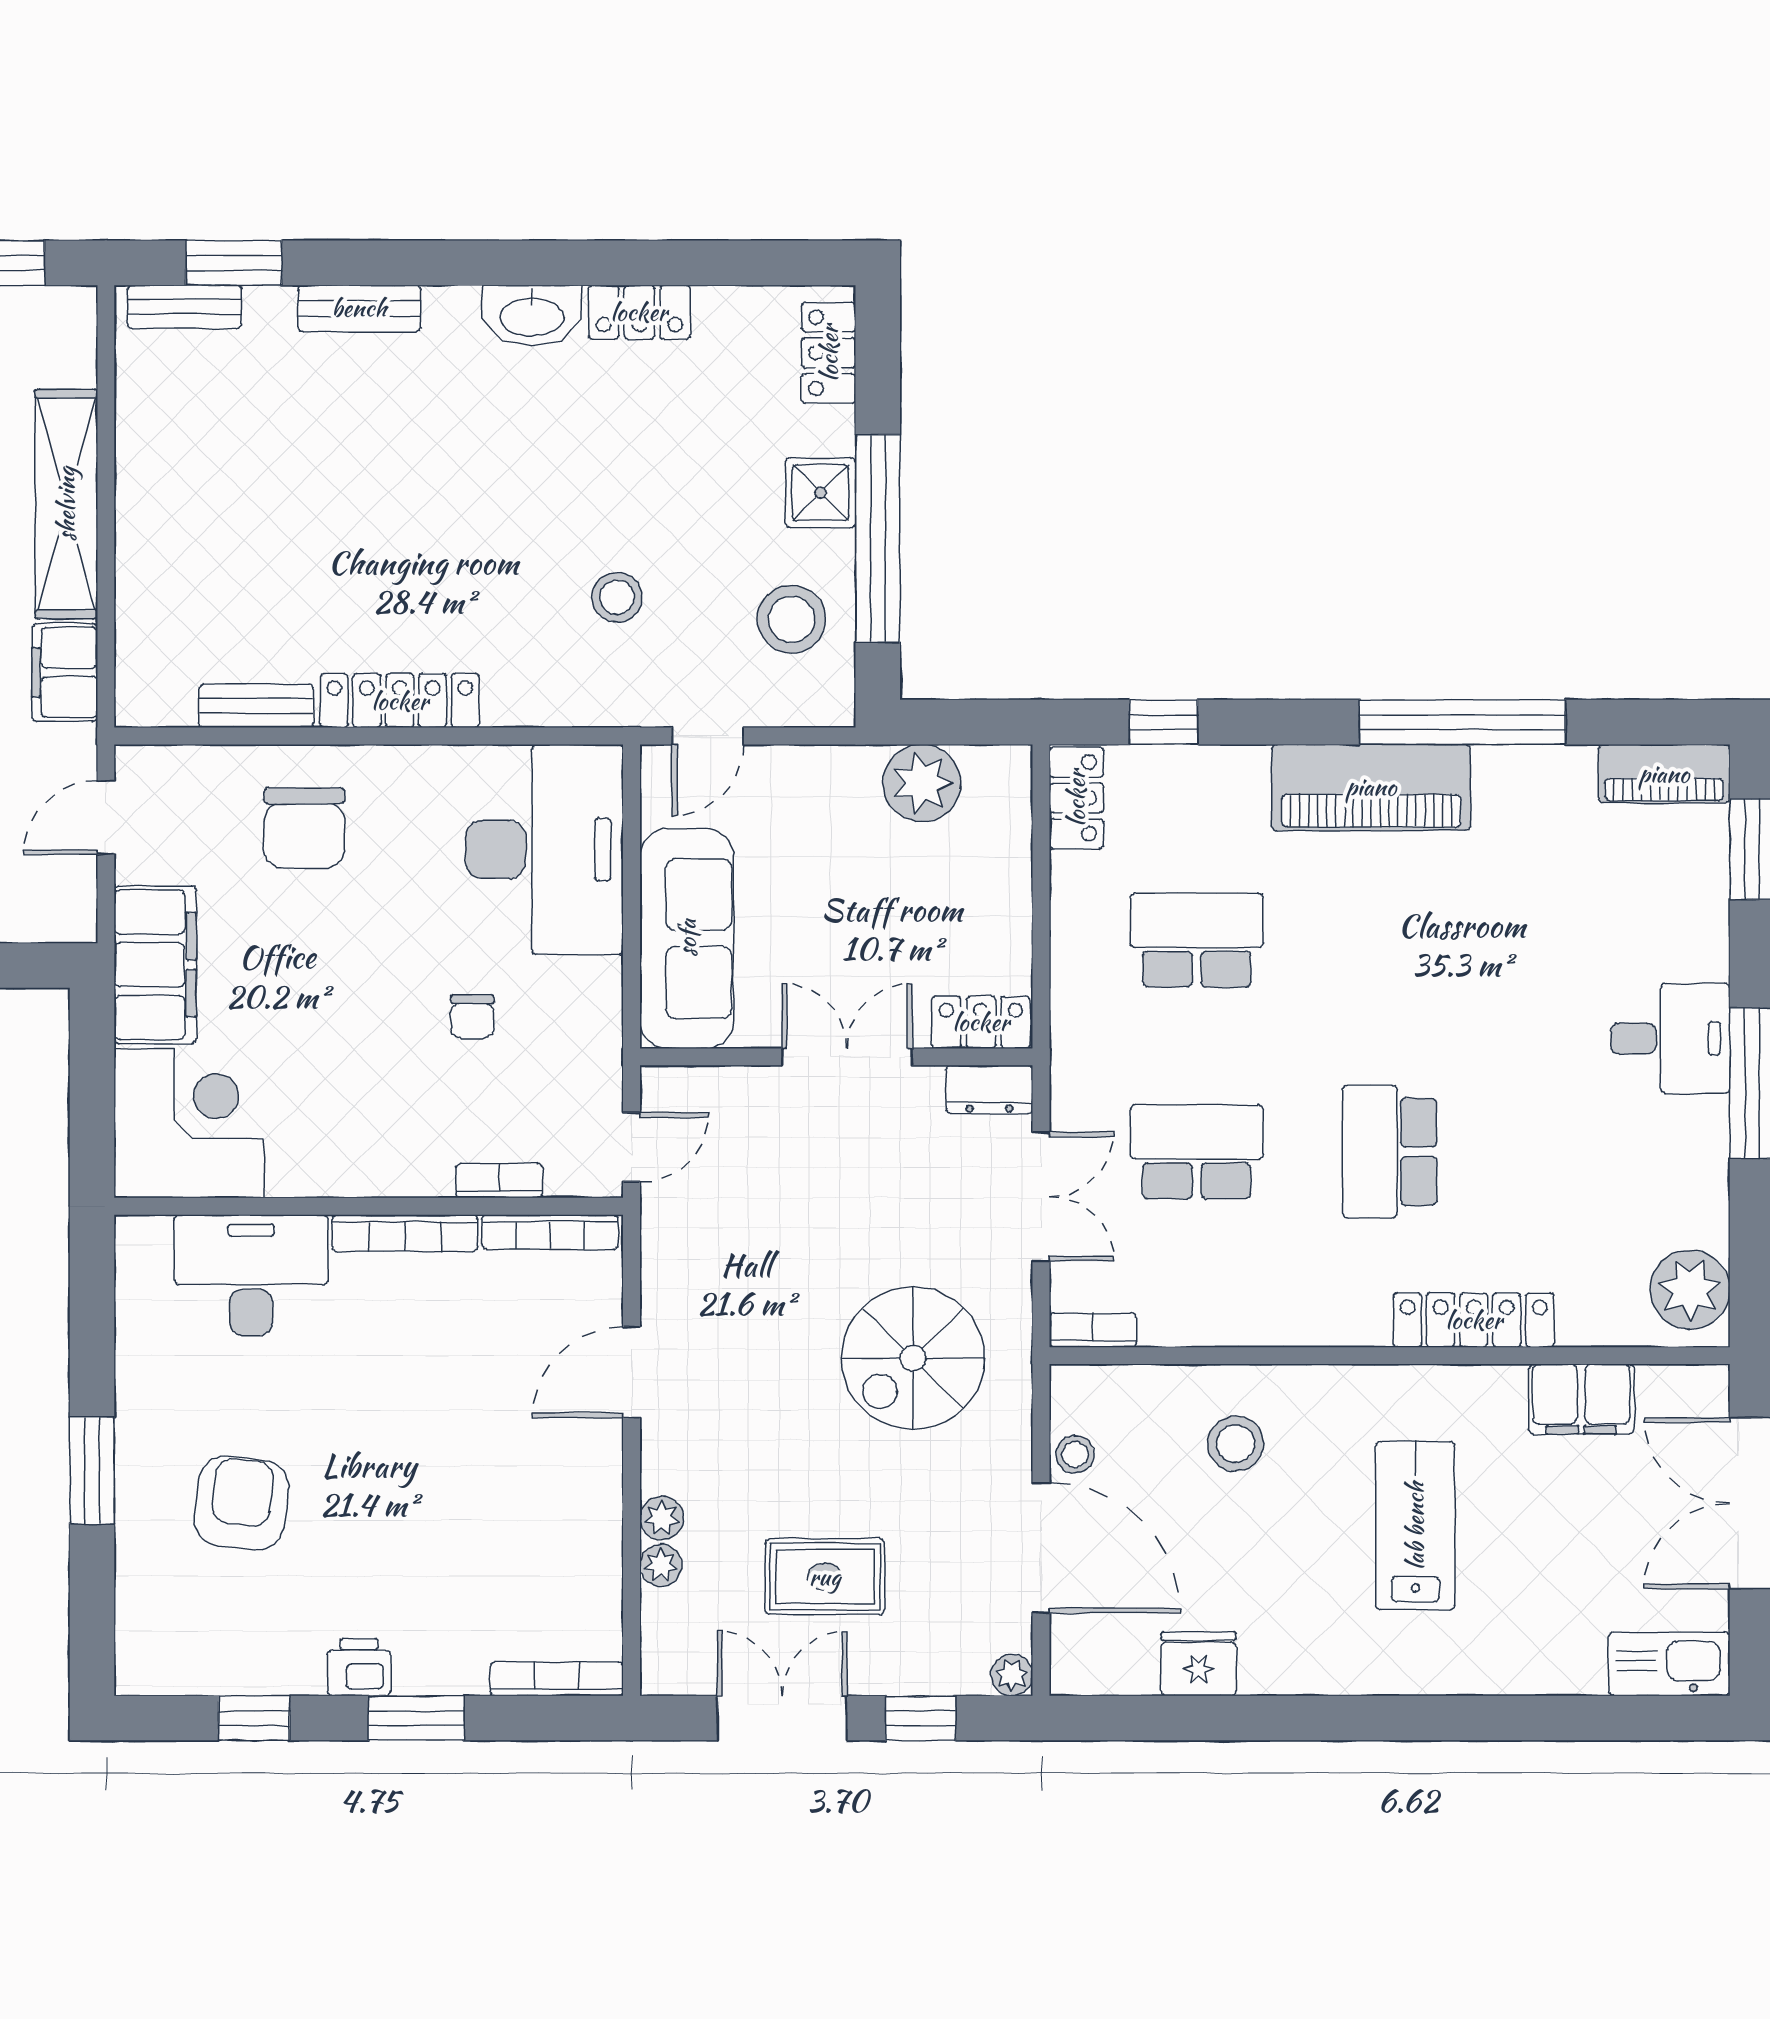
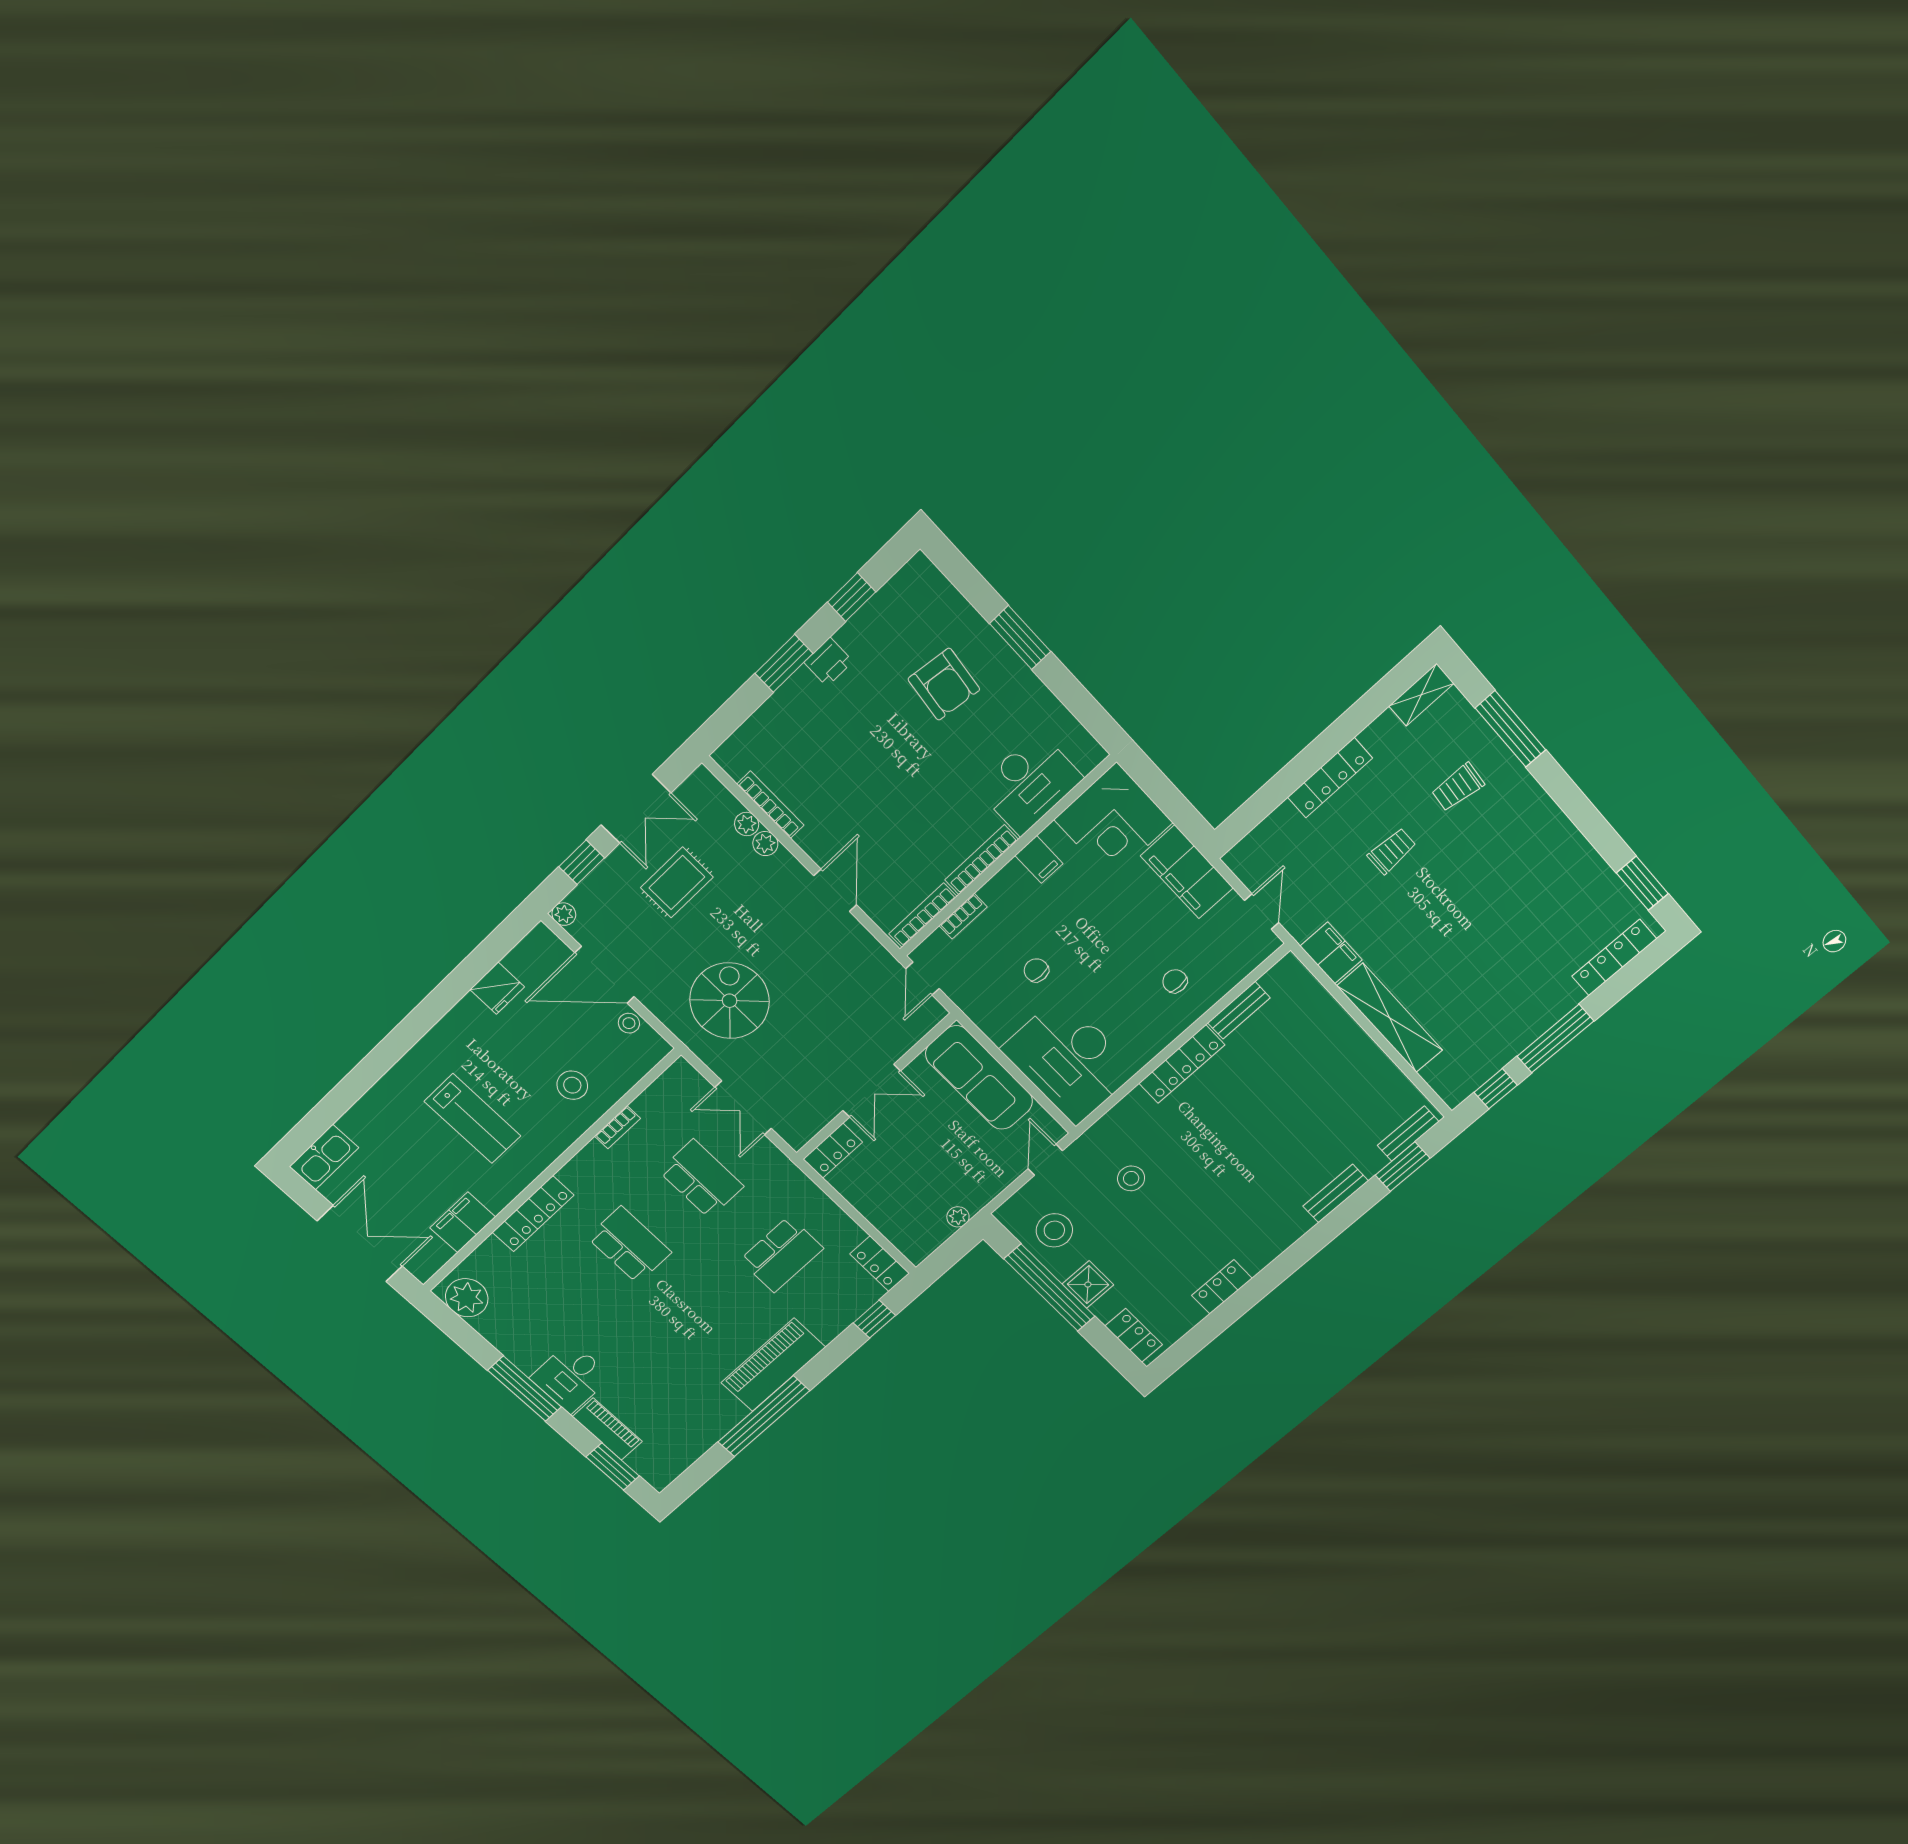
washbasin: (532, 315) -> (1264, 1250), removed
piano: (1664, 774) -> (607, 1429), moved, turned 90
plant: (922, 783) -> (958, 1217), width x0.53, depth x0.53
chair: (304, 828) -> (1175, 981), width x0.54, depth x0.54
dresser: (989, 1090) -> (804, 1129), removed
school desk: (1197, 1152) -> (701, 1179), turned -90
filing cabinet: (331, 1163) -> (1039, 860), added
bookcase: (1093, 1330) -> (617, 1127), moved
bookcase: (557, 1679) -> (770, 805), moved, turned -90

